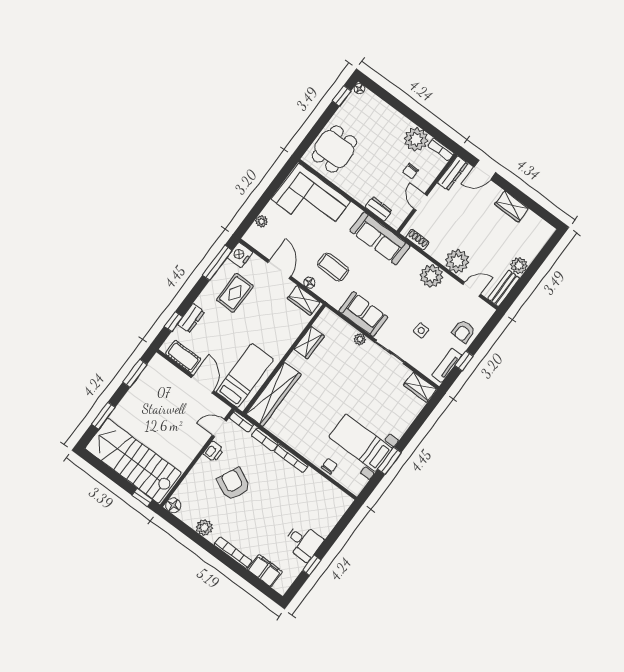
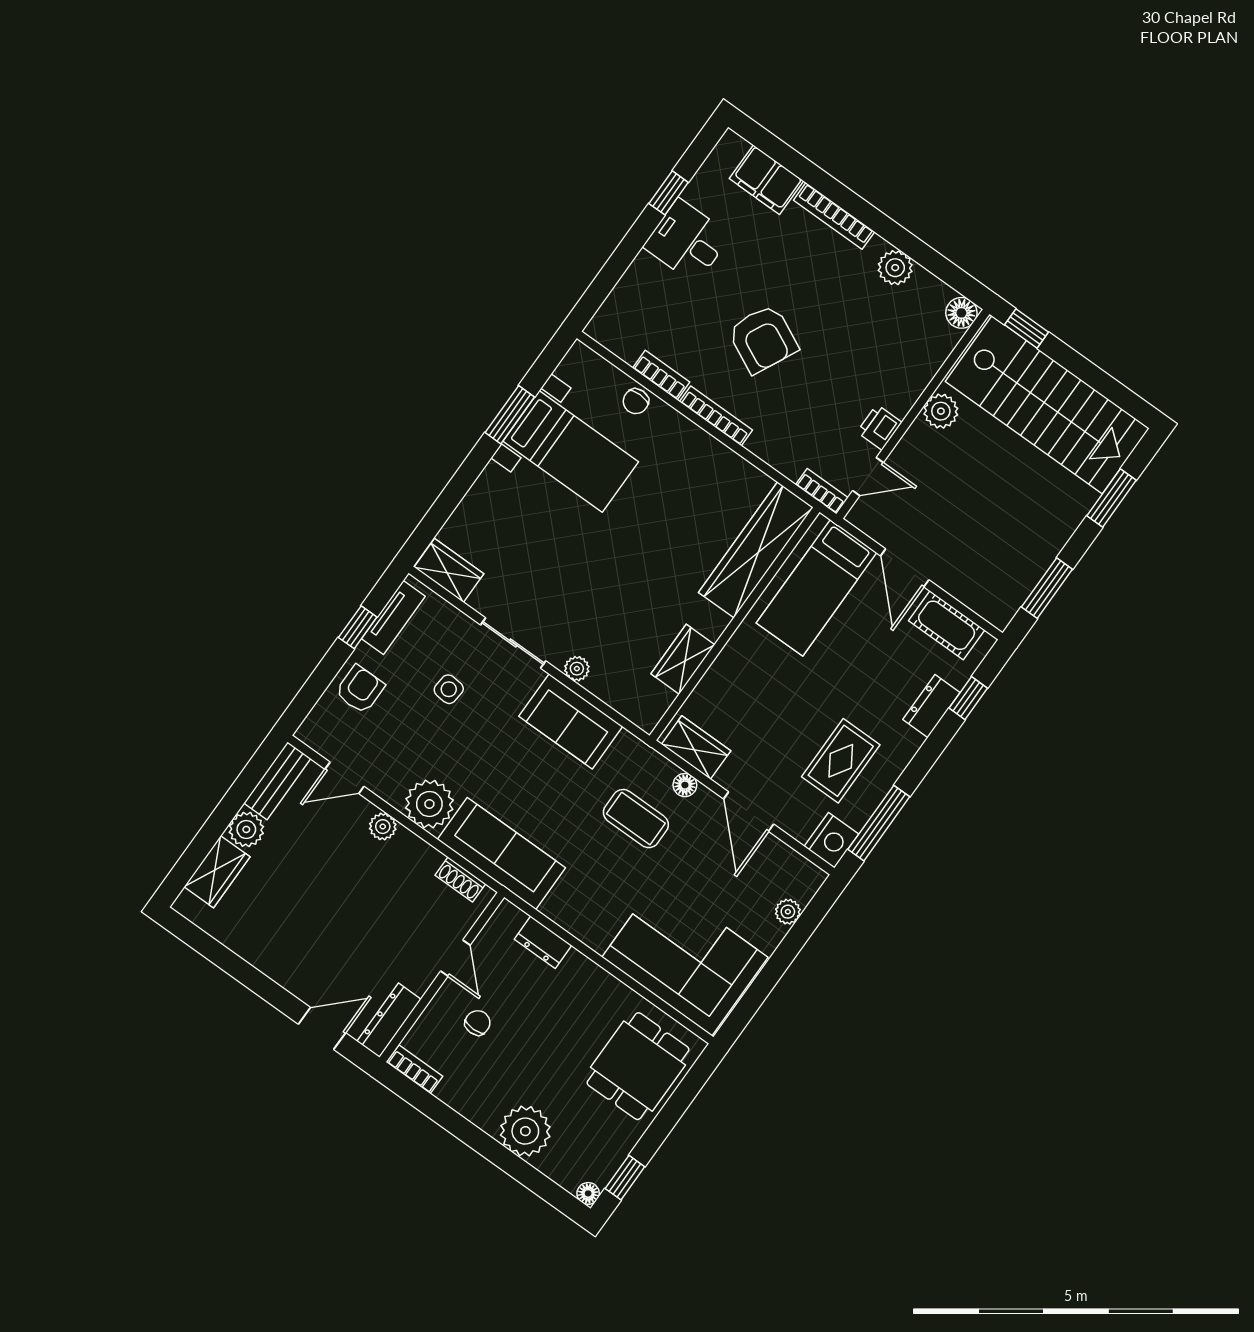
plant: (416, 139) -> (525, 1131), moved
wardrobe: (511, 206) -> (217, 872), moved, turned 90
sofa: (380, 238) -> (501, 854), moved
plant: (457, 261) -> (383, 827), width x0.53, depth x0.53
bookcase: (265, 439) -> (661, 375), moved
plant: (184, 459) -> (941, 411), added
armchair: (234, 484) -> (763, 339), moved

